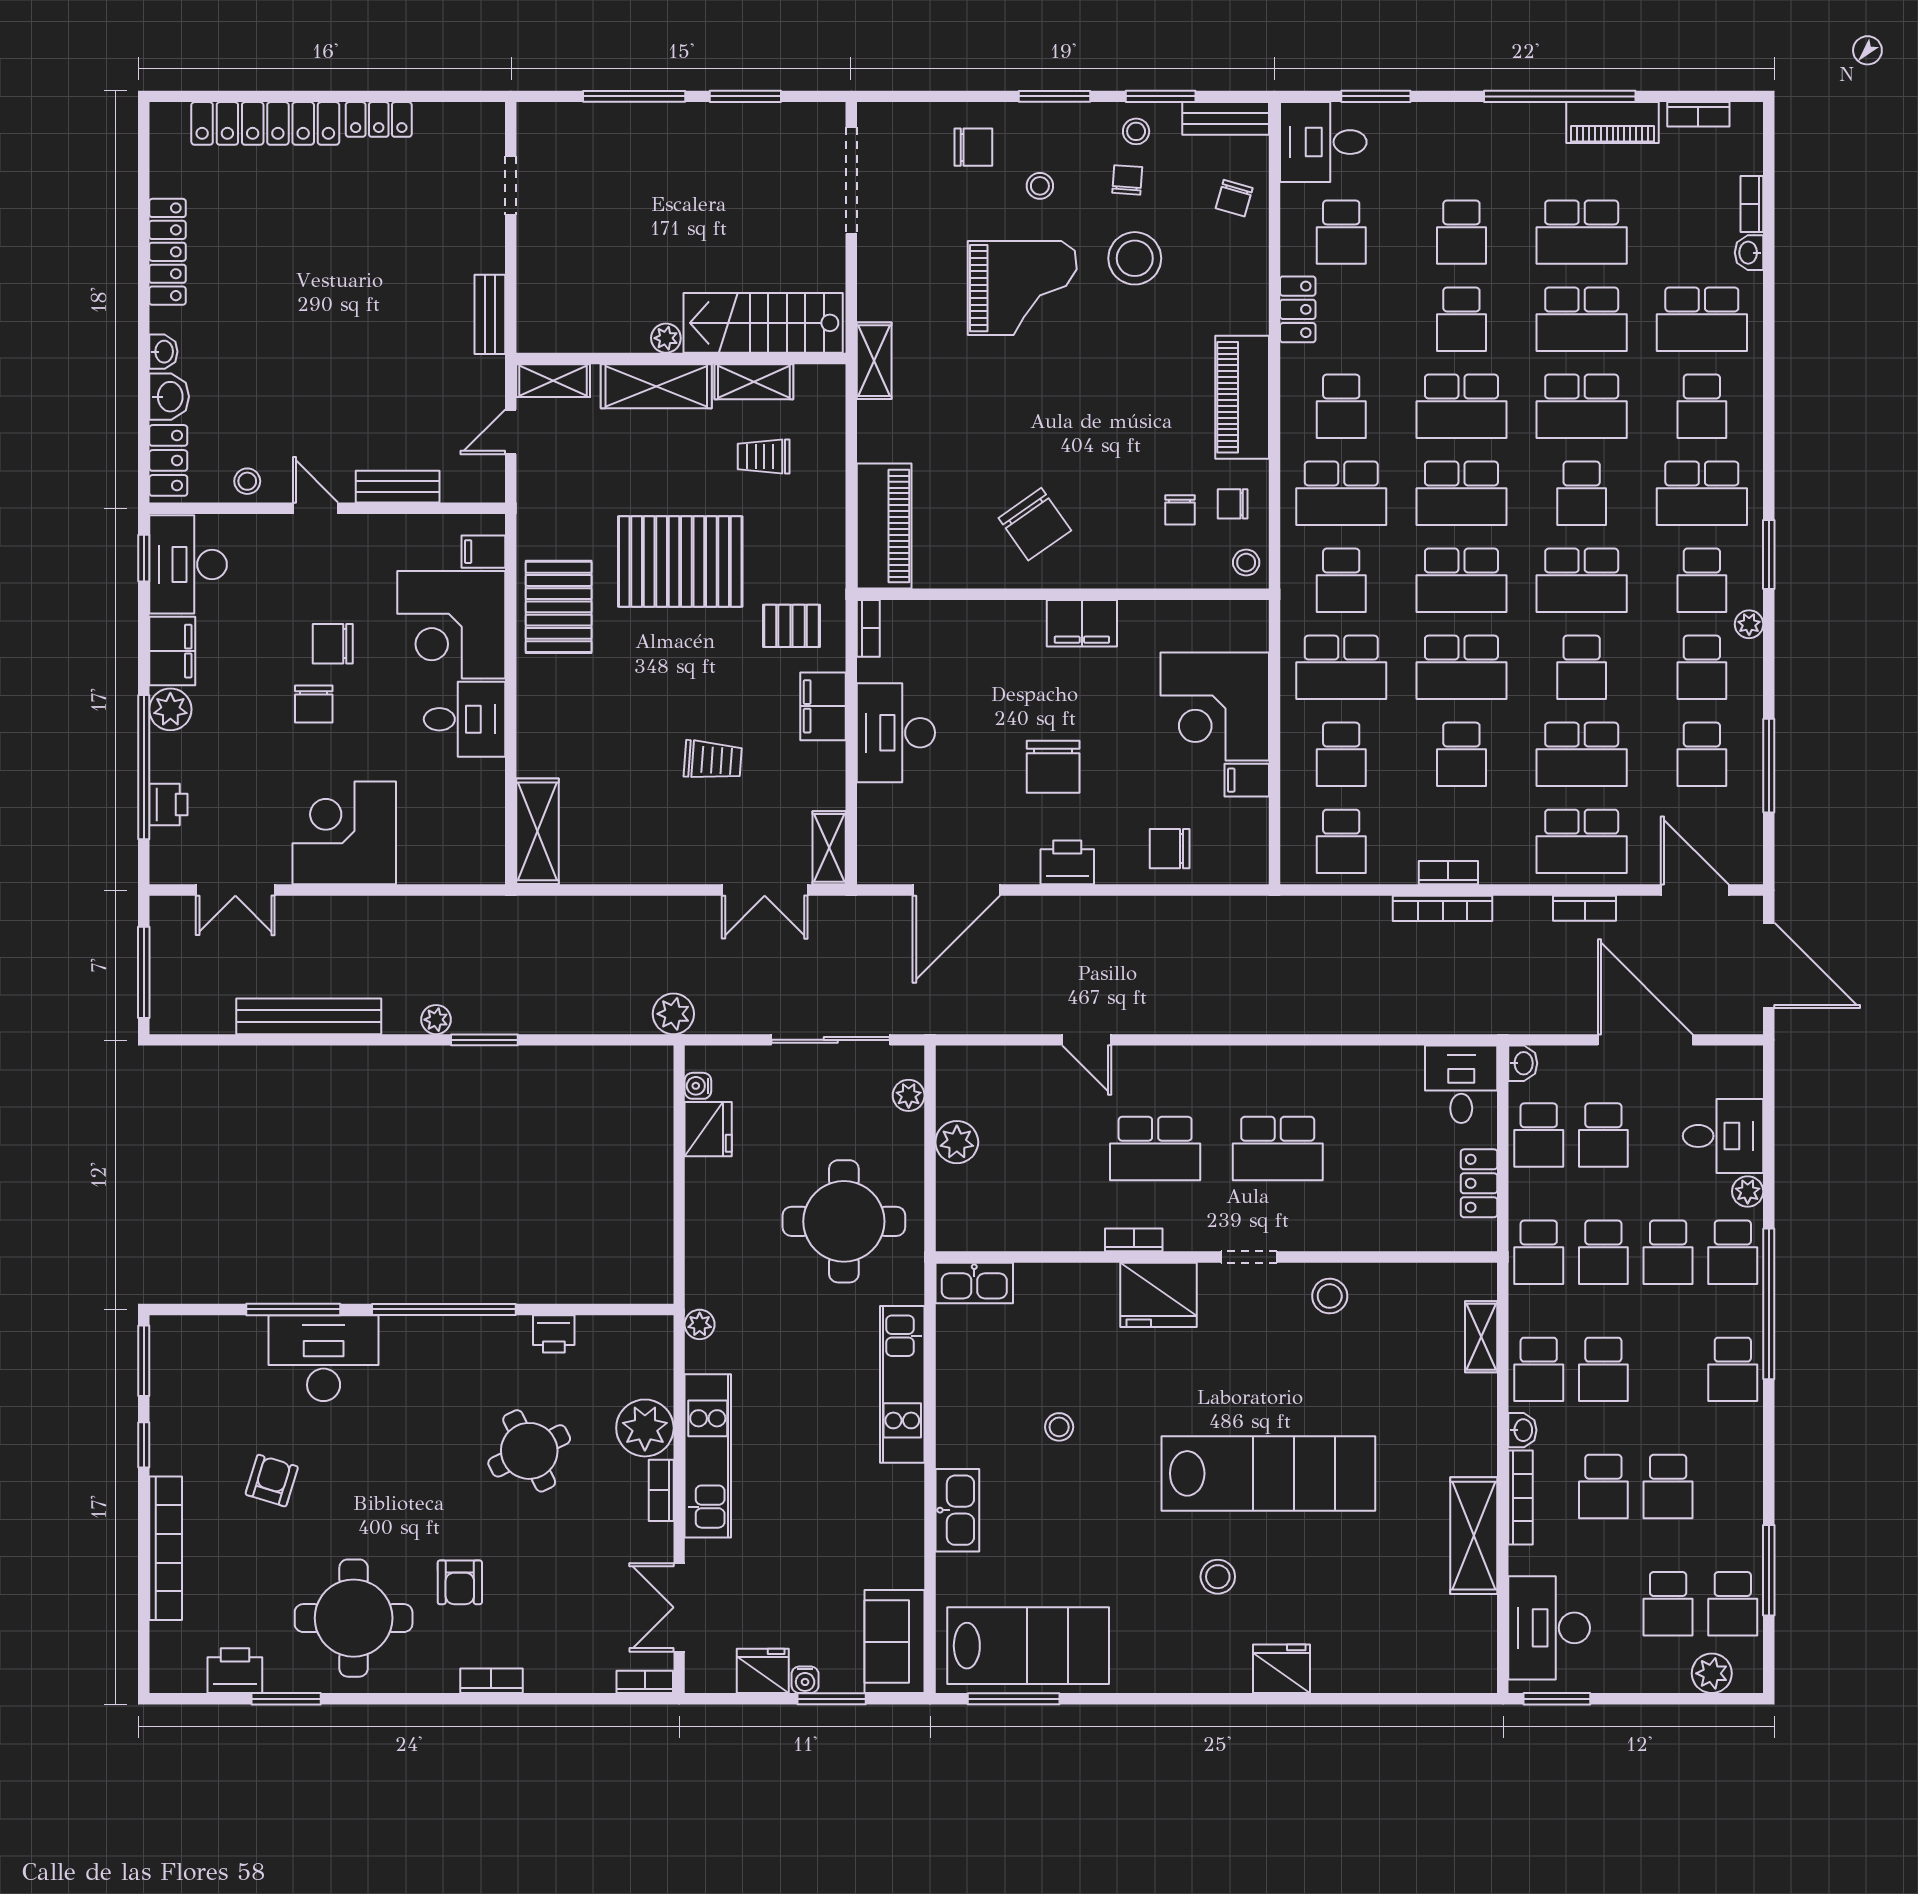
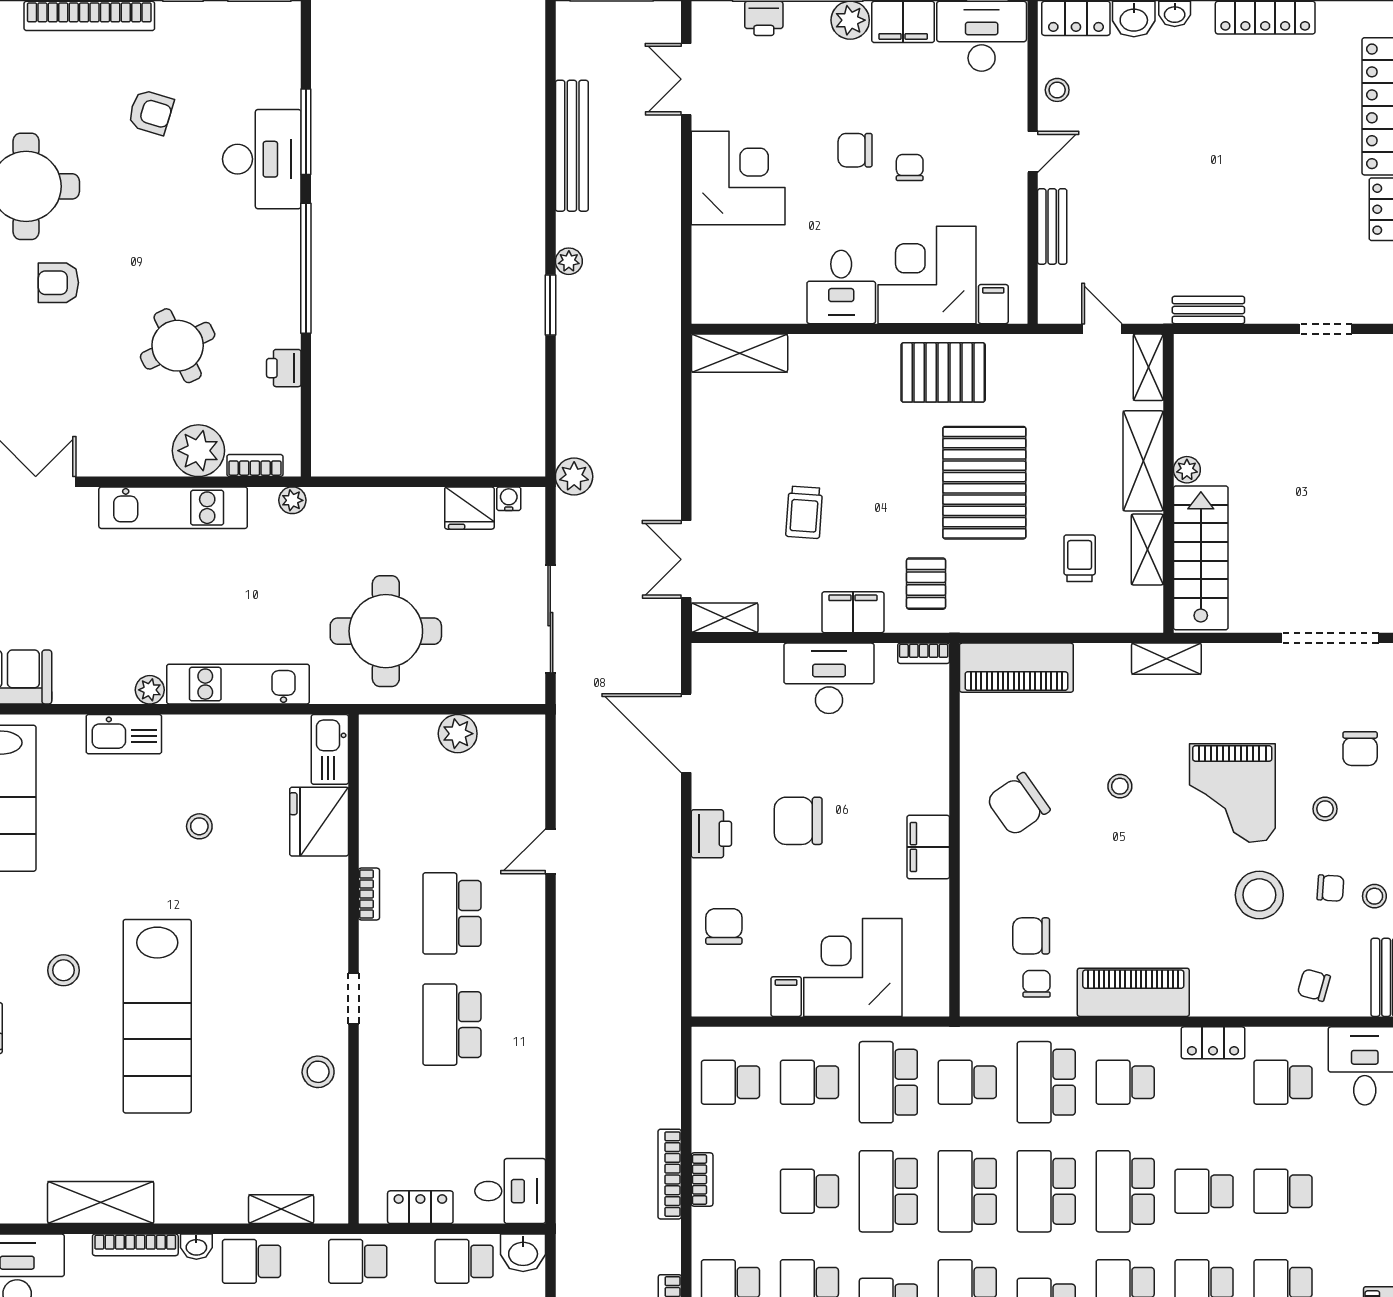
chair: (1180, 510) -> (1031, 936), width x1.37, depth x1.37
stool: (1246, 563) -> (1120, 786), moved
chair: (333, 644) -> (910, 168), width x0.73, depth x0.73
washbasin: (1523, 1063) -> (523, 1253), width x1.38, depth x1.45
plant: (909, 1095) -> (150, 690), moved
fridge: (1159, 1295) -> (319, 822), moved
bookcase: (661, 1490) -> (255, 465), moved

